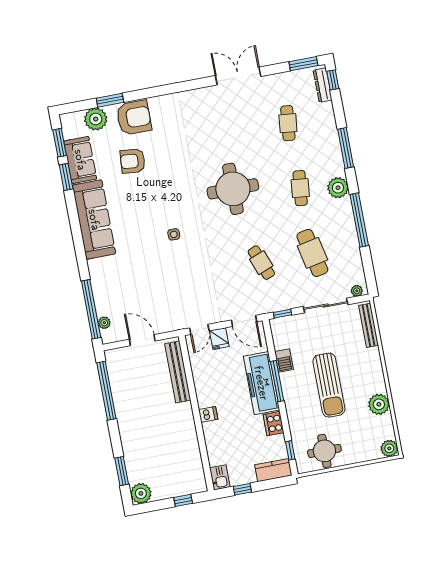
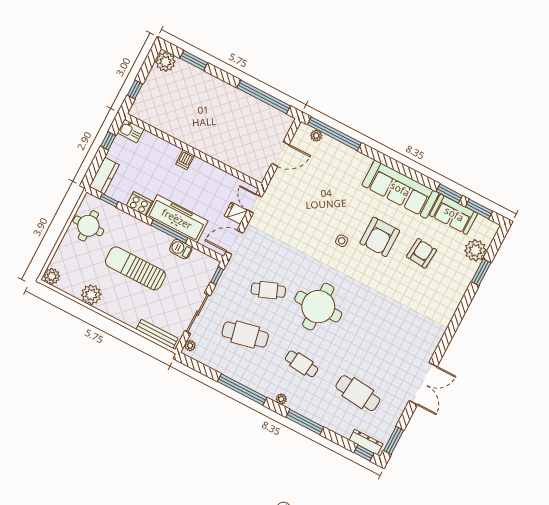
armchair: (134, 118) -> (380, 237), moved
cafe table: (288, 123) -> (358, 393), width x1.37, depth x1.35
plant: (338, 188) -> (281, 399), width x0.53, depth x0.53
round table: (233, 189) -> (318, 307), moved
bench: (178, 372) -> (235, 162), removed

